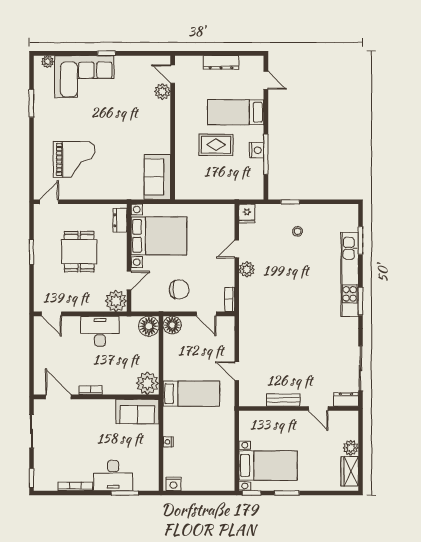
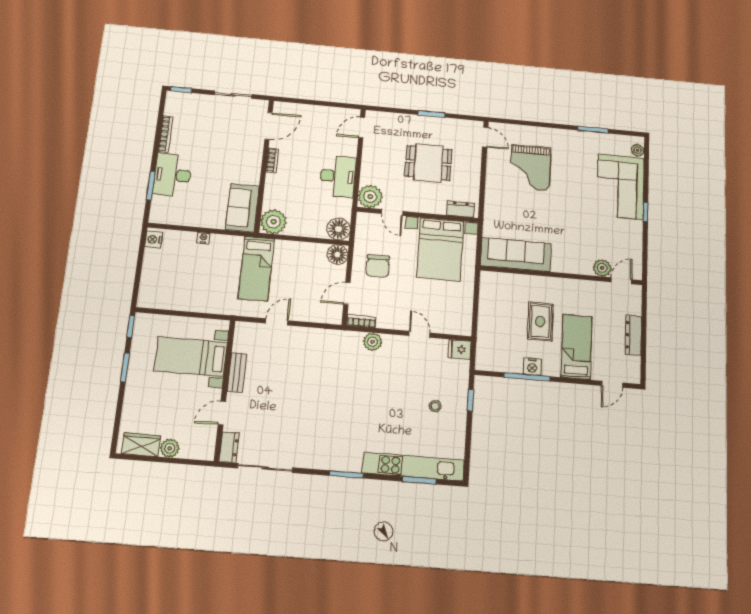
sofa: (157, 177) -> (516, 255), width x1.36
plant: (247, 269) -> (373, 342), moved
kitchen unit: (350, 274) -> (414, 467), moved
bed with nightstands: (268, 466) -> (191, 357), moved, turned 90

